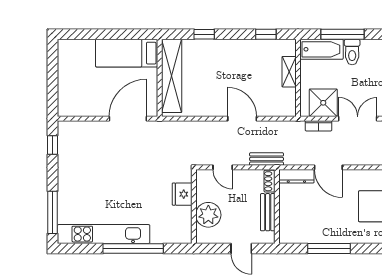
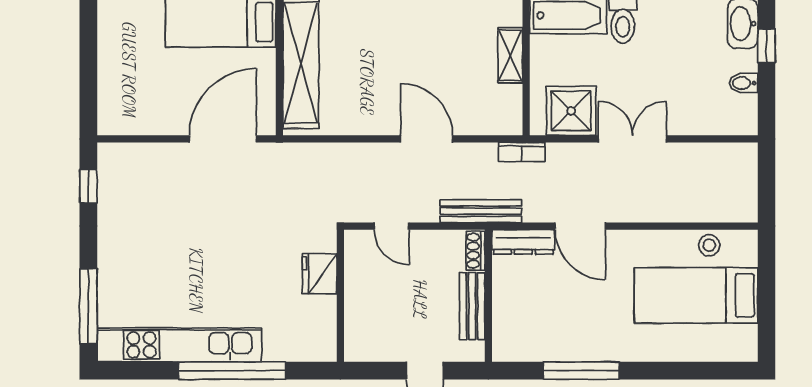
bookcase: (318, 126) -> (522, 152), moved
bench: (267, 159) -> (481, 211), width x1.36
plant: (208, 215) -> (366, 311), removed

